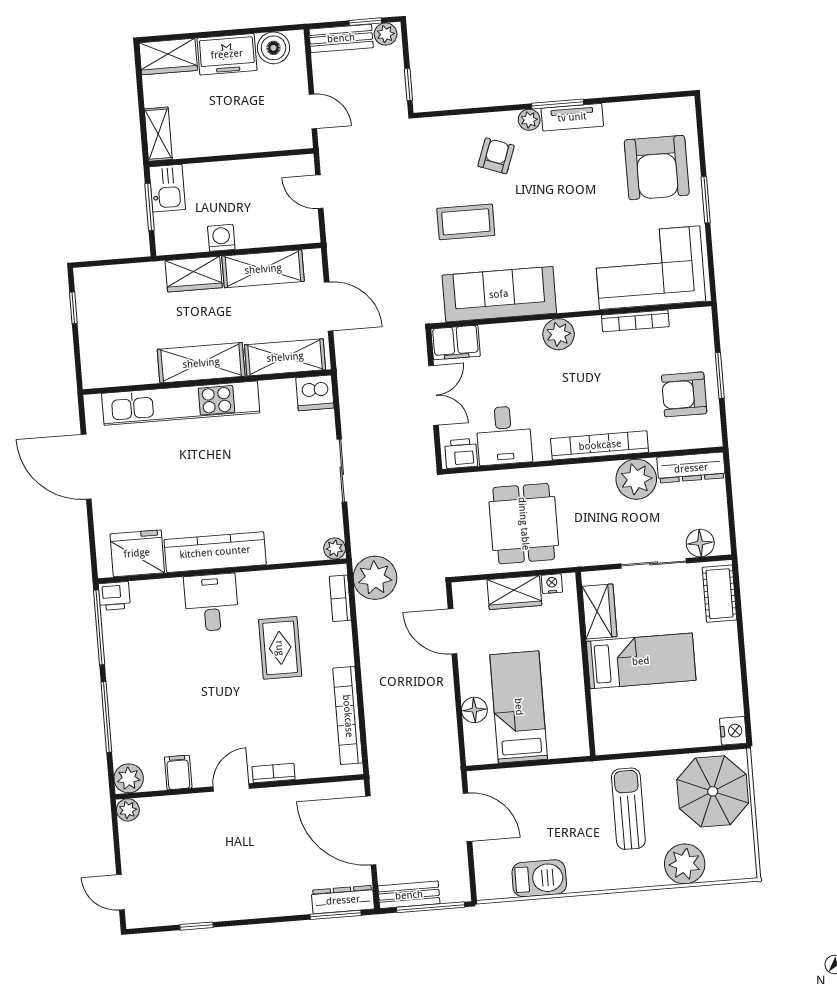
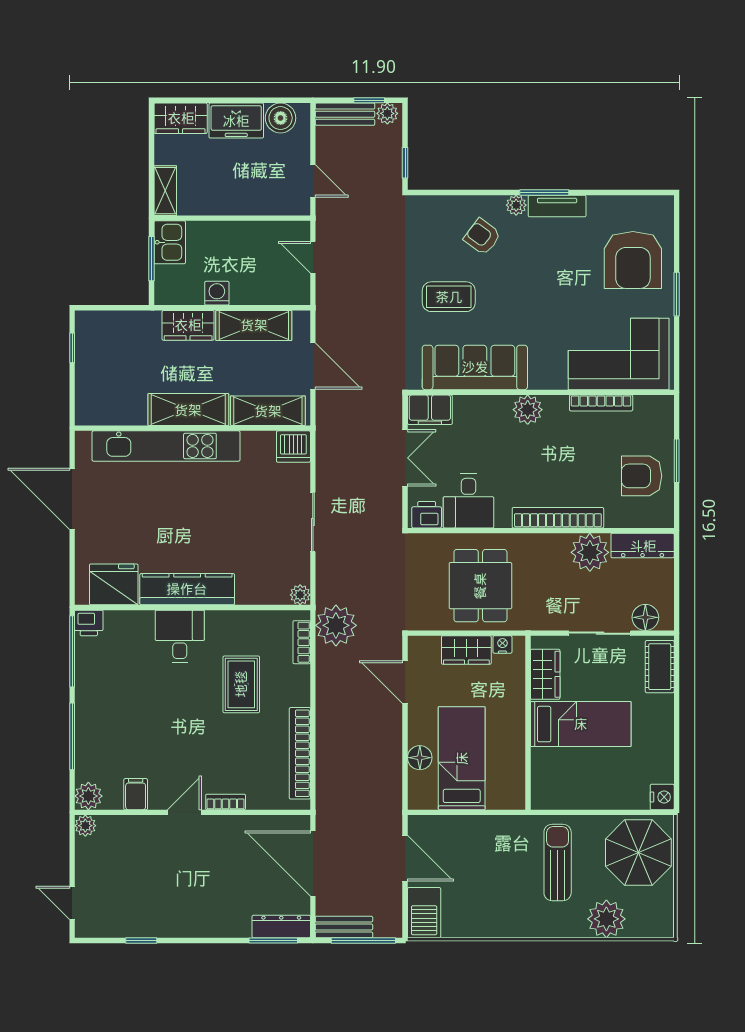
armchair: (496, 156) -> (482, 237), turned -73
barbecue: (539, 878) -> (424, 913), moved, turned 90

